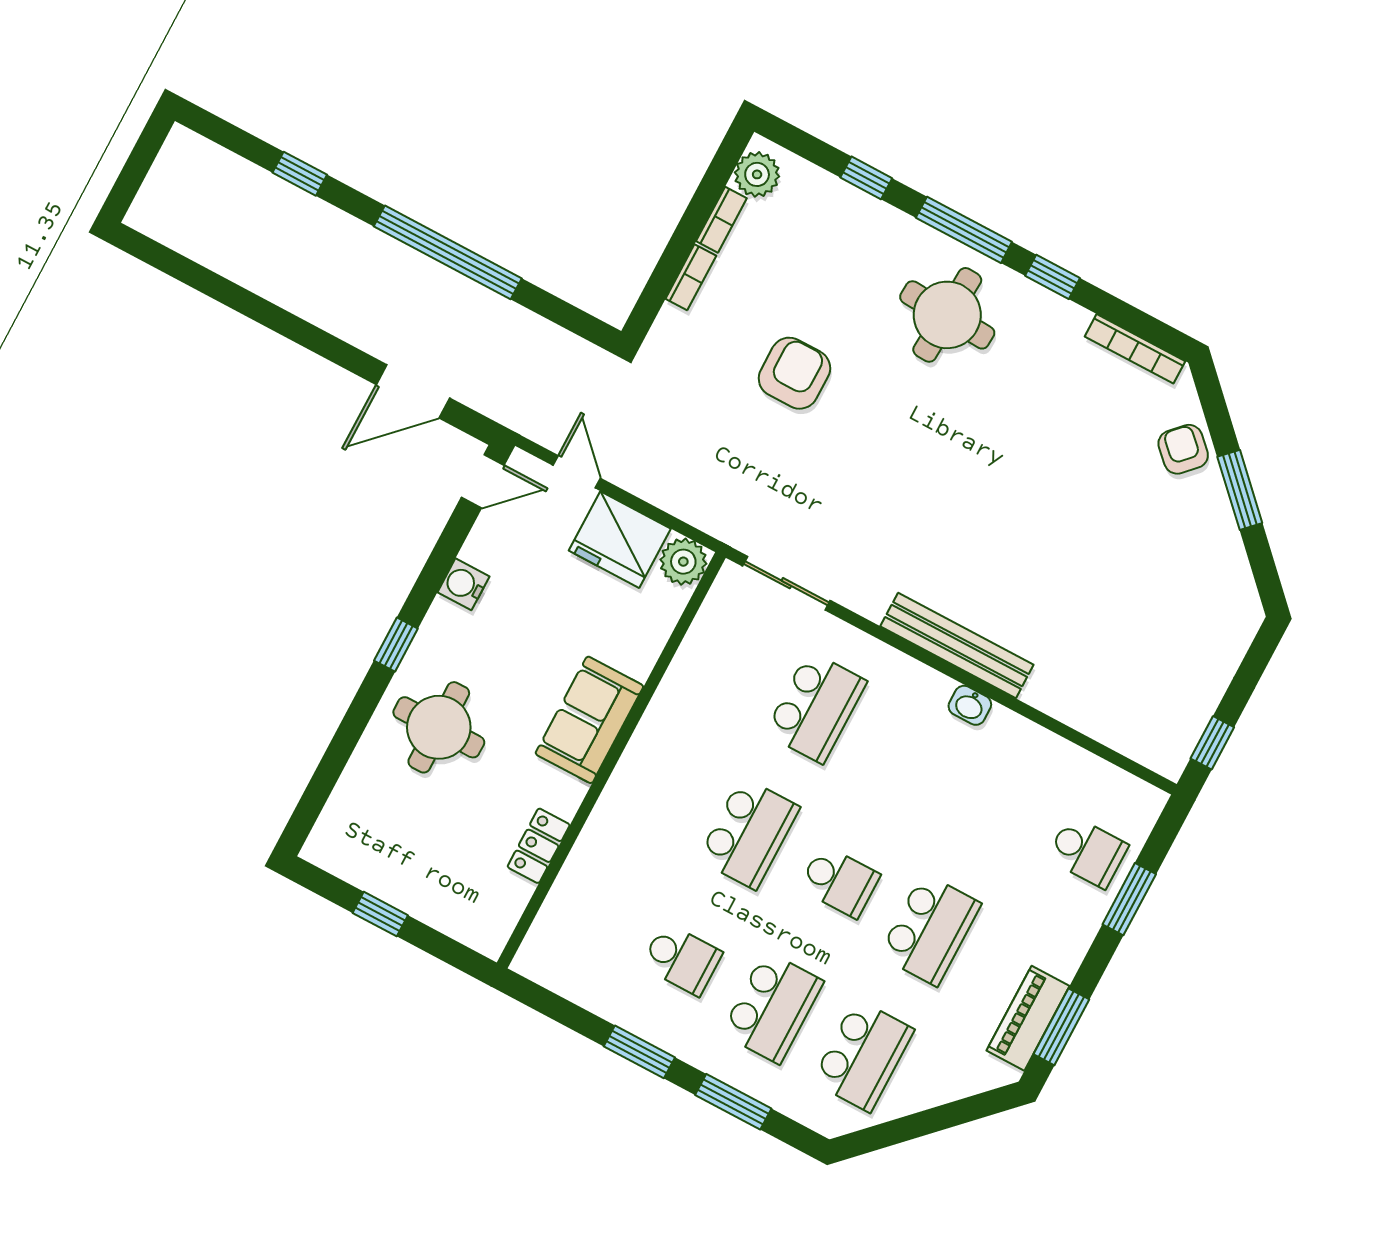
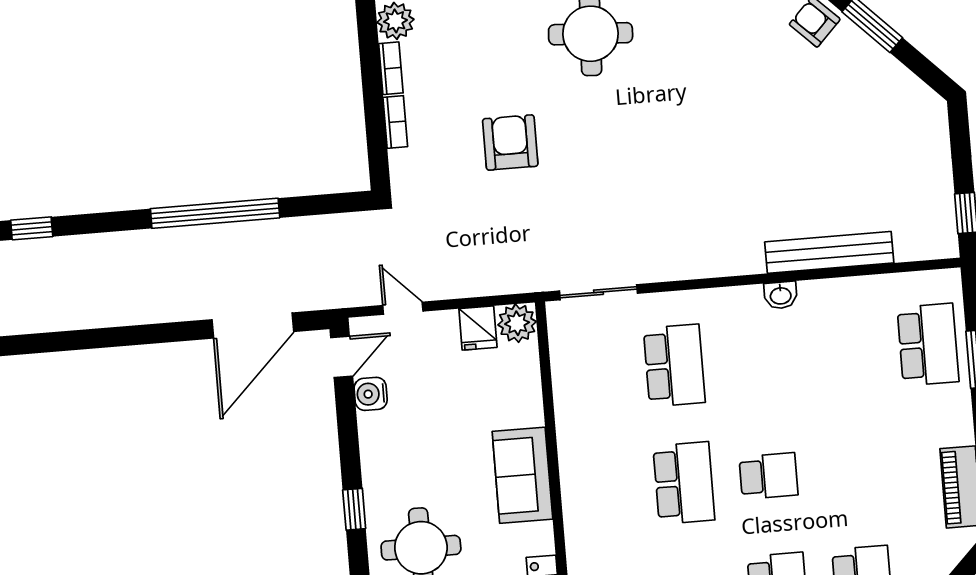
window: (300, 174) -> (32, 228), moved
door: (413, 391) -> (253, 326), width x1.36
fridge: (620, 540) -> (478, 328), width x0.53, depth x0.75
water cooler: (463, 584) -> (371, 394), moved
bench: (957, 646) -> (829, 252), moved
school desk: (1088, 852) -> (928, 345), width x1.85
school desk: (930, 930) -> (853, 469), removed

